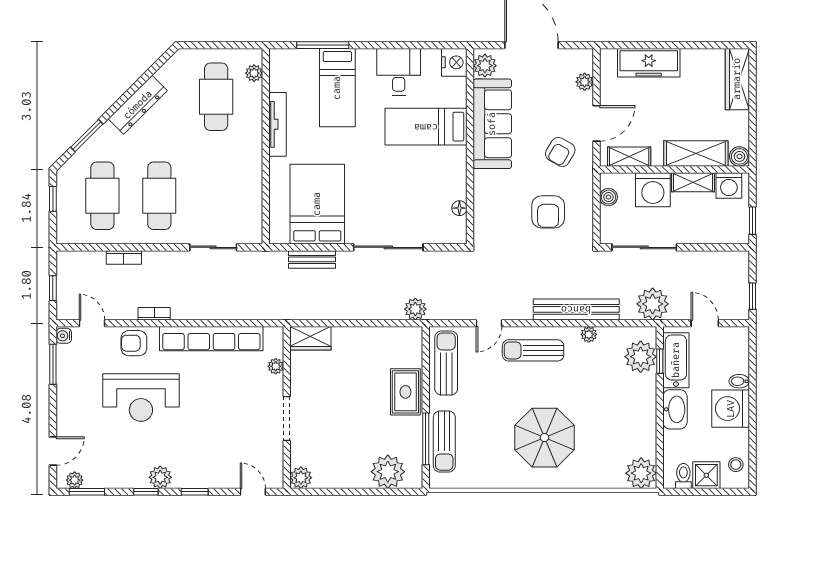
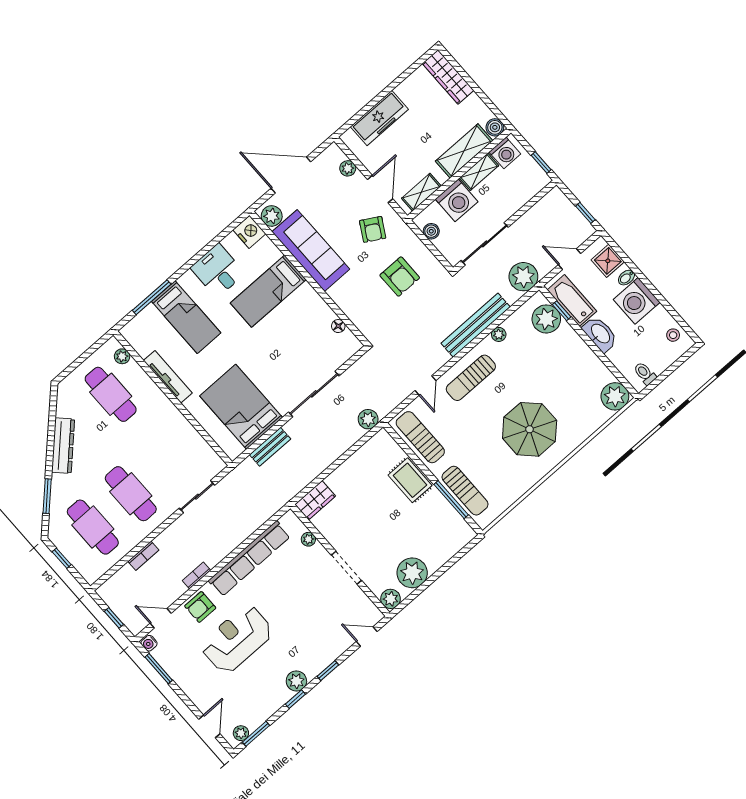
reception desk: (141, 398) -> (237, 639), turned 180
plant: (388, 472) -> (412, 573), moved
shower: (706, 475) -> (608, 261), moved

